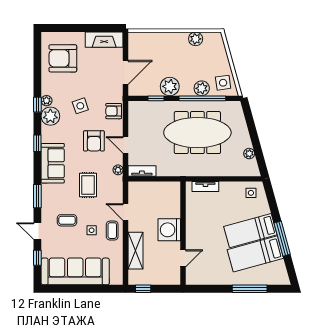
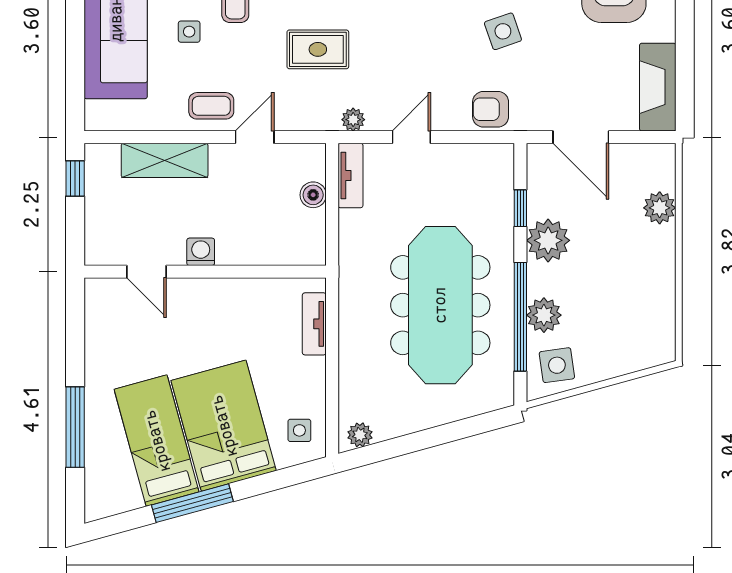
plant: (196, 39) -> (660, 208), moved
armchair: (114, 111) -> (491, 109), turned -90
armchair: (94, 141) -> (421, 63), removed
plant: (249, 154) -> (360, 435), moved
boiler: (150, 187) -> (313, 195), added
side table: (92, 230) -> (189, 32), moved
washing machine: (169, 230) -> (201, 252), width x0.53, depth x0.53
bed: (250, 231) -> (224, 426), width x1.50

